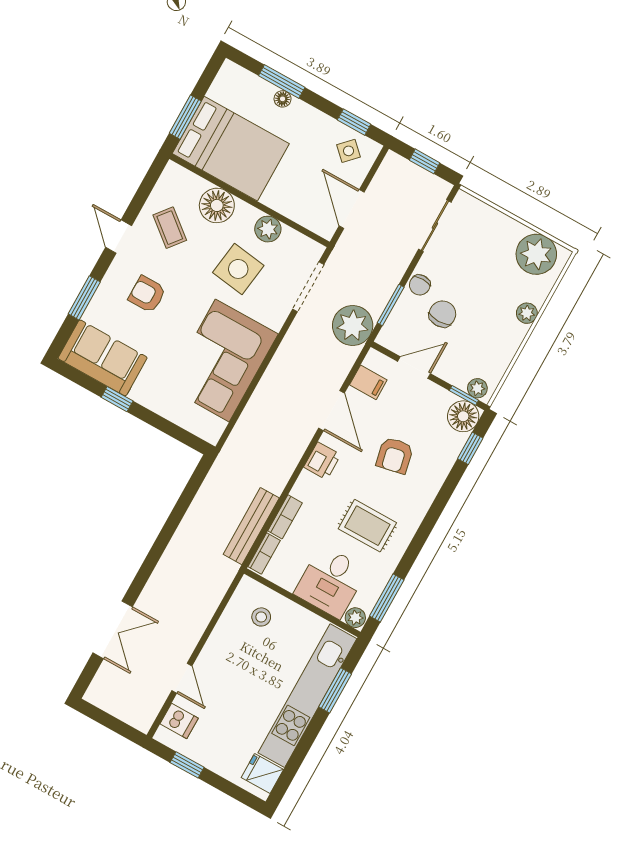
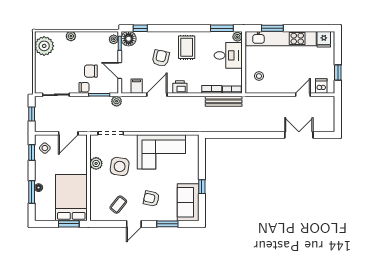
floor lamp: (217, 205) -> (98, 190), removed
armchair: (147, 294) -> (151, 199), turned 102
plant: (353, 326) -> (117, 101), width x0.53, depth x0.53
armchair: (395, 455) -> (161, 58), turned -66
rug: (367, 526) -> (187, 47), moved

